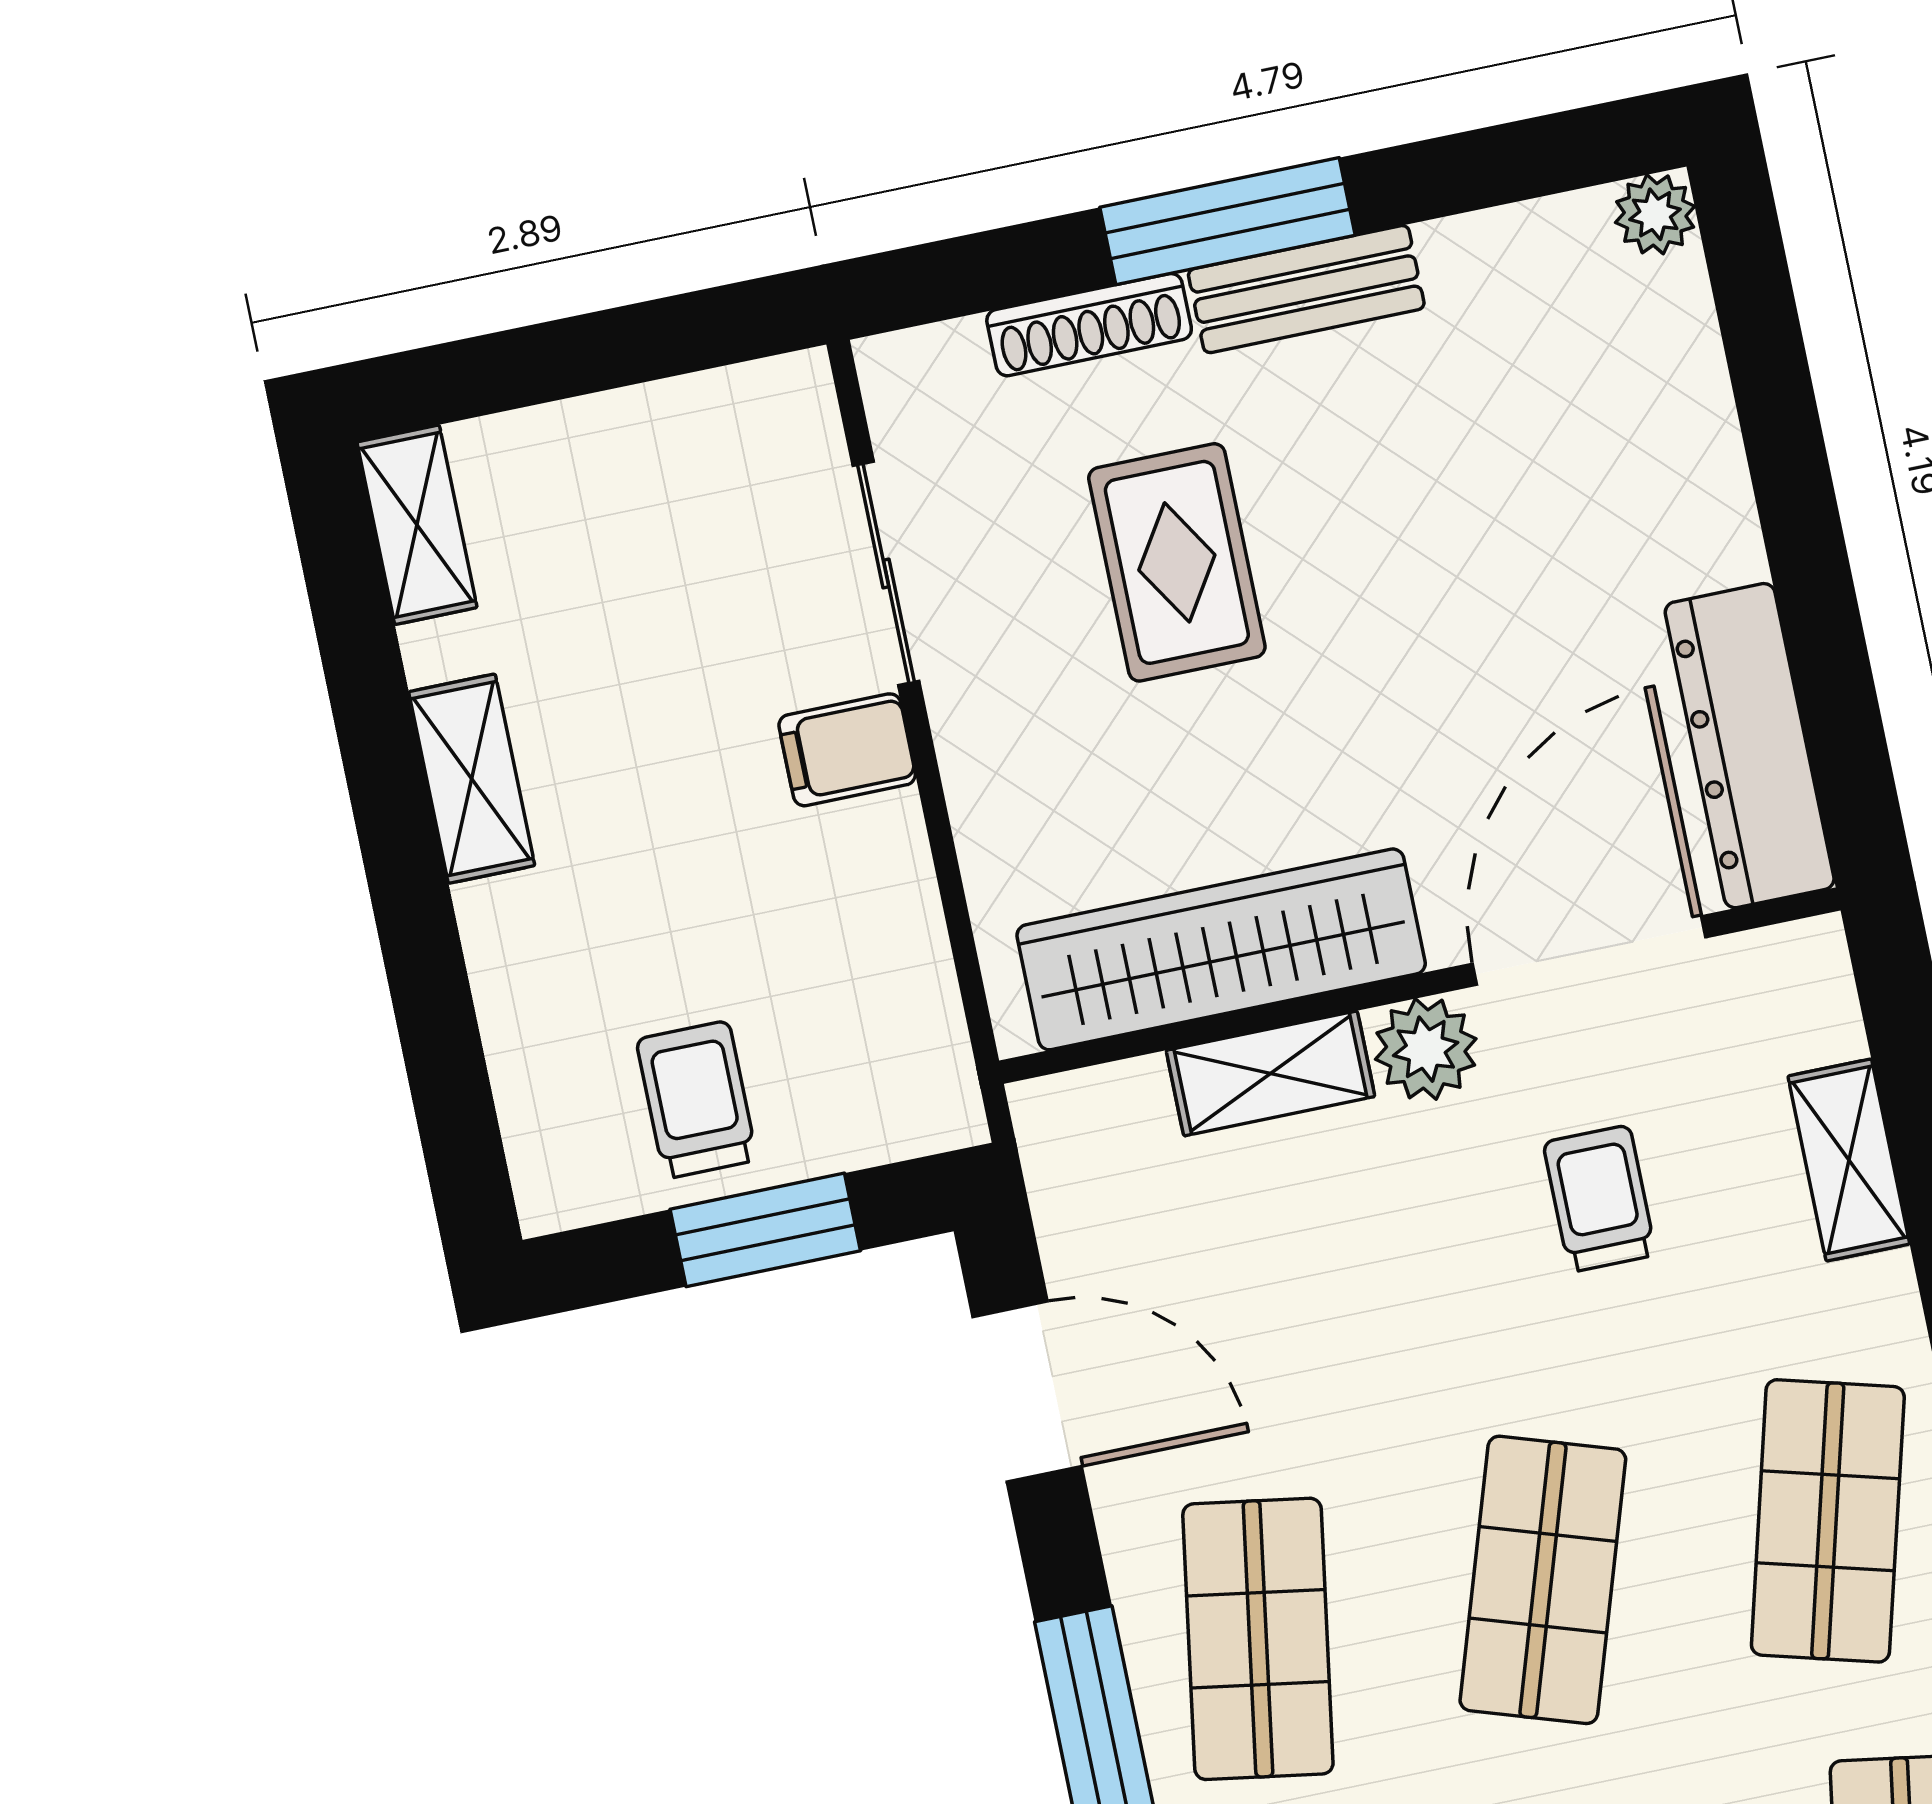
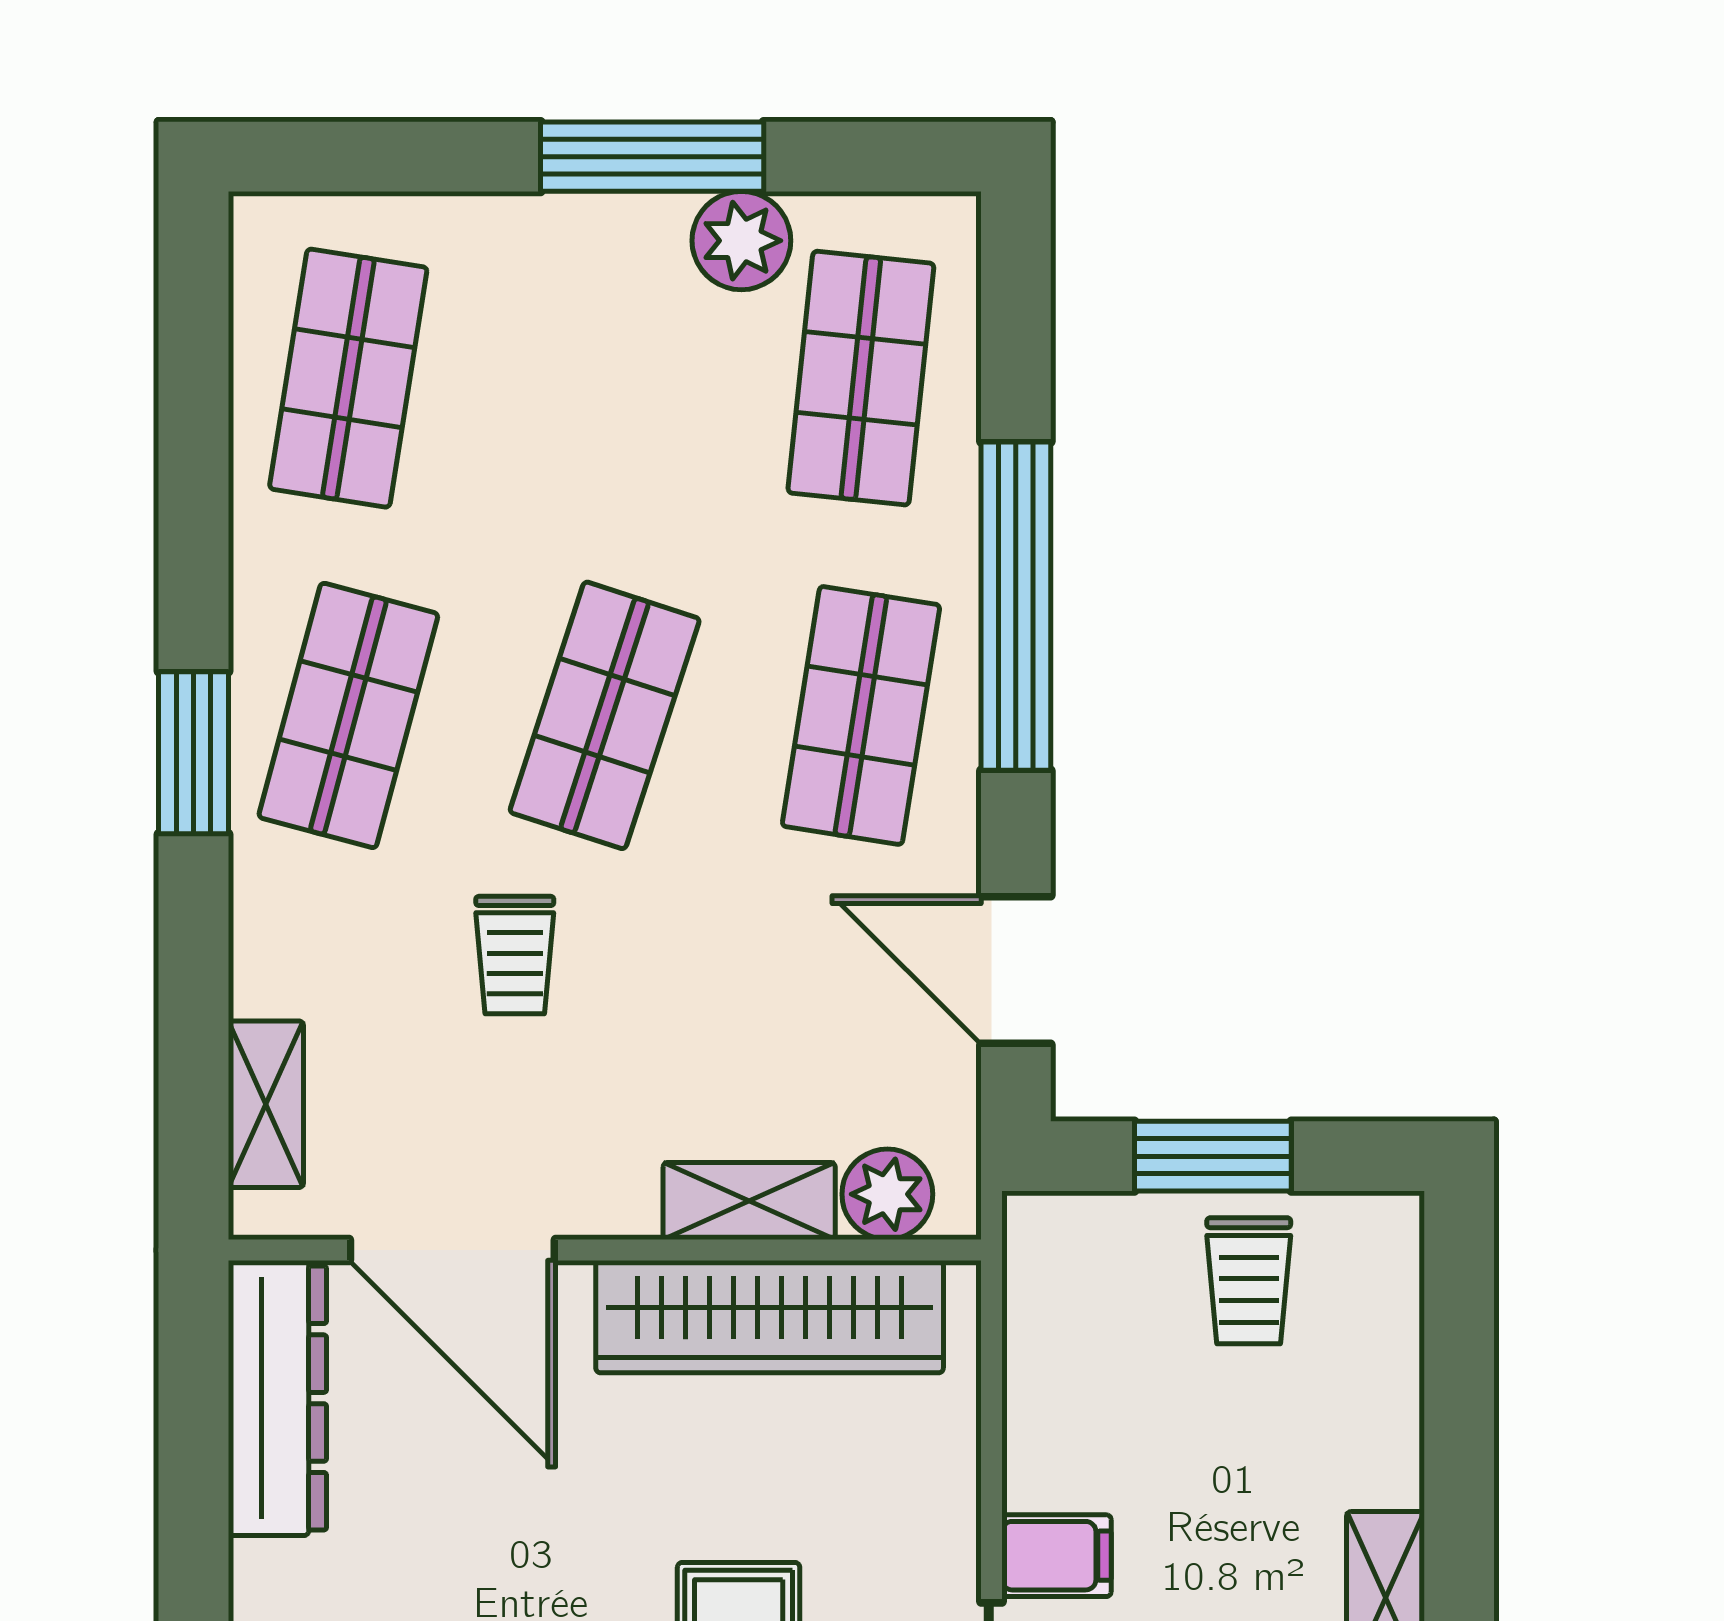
door: (1589, 951) -> (452, 1250), hinge flipped
plant: (1426, 1049) -> (887, 1194), moved
shelving: (1849, 1160) -> (266, 1104), moved
trolley: (1600, 1199) -> (515, 955), moved

